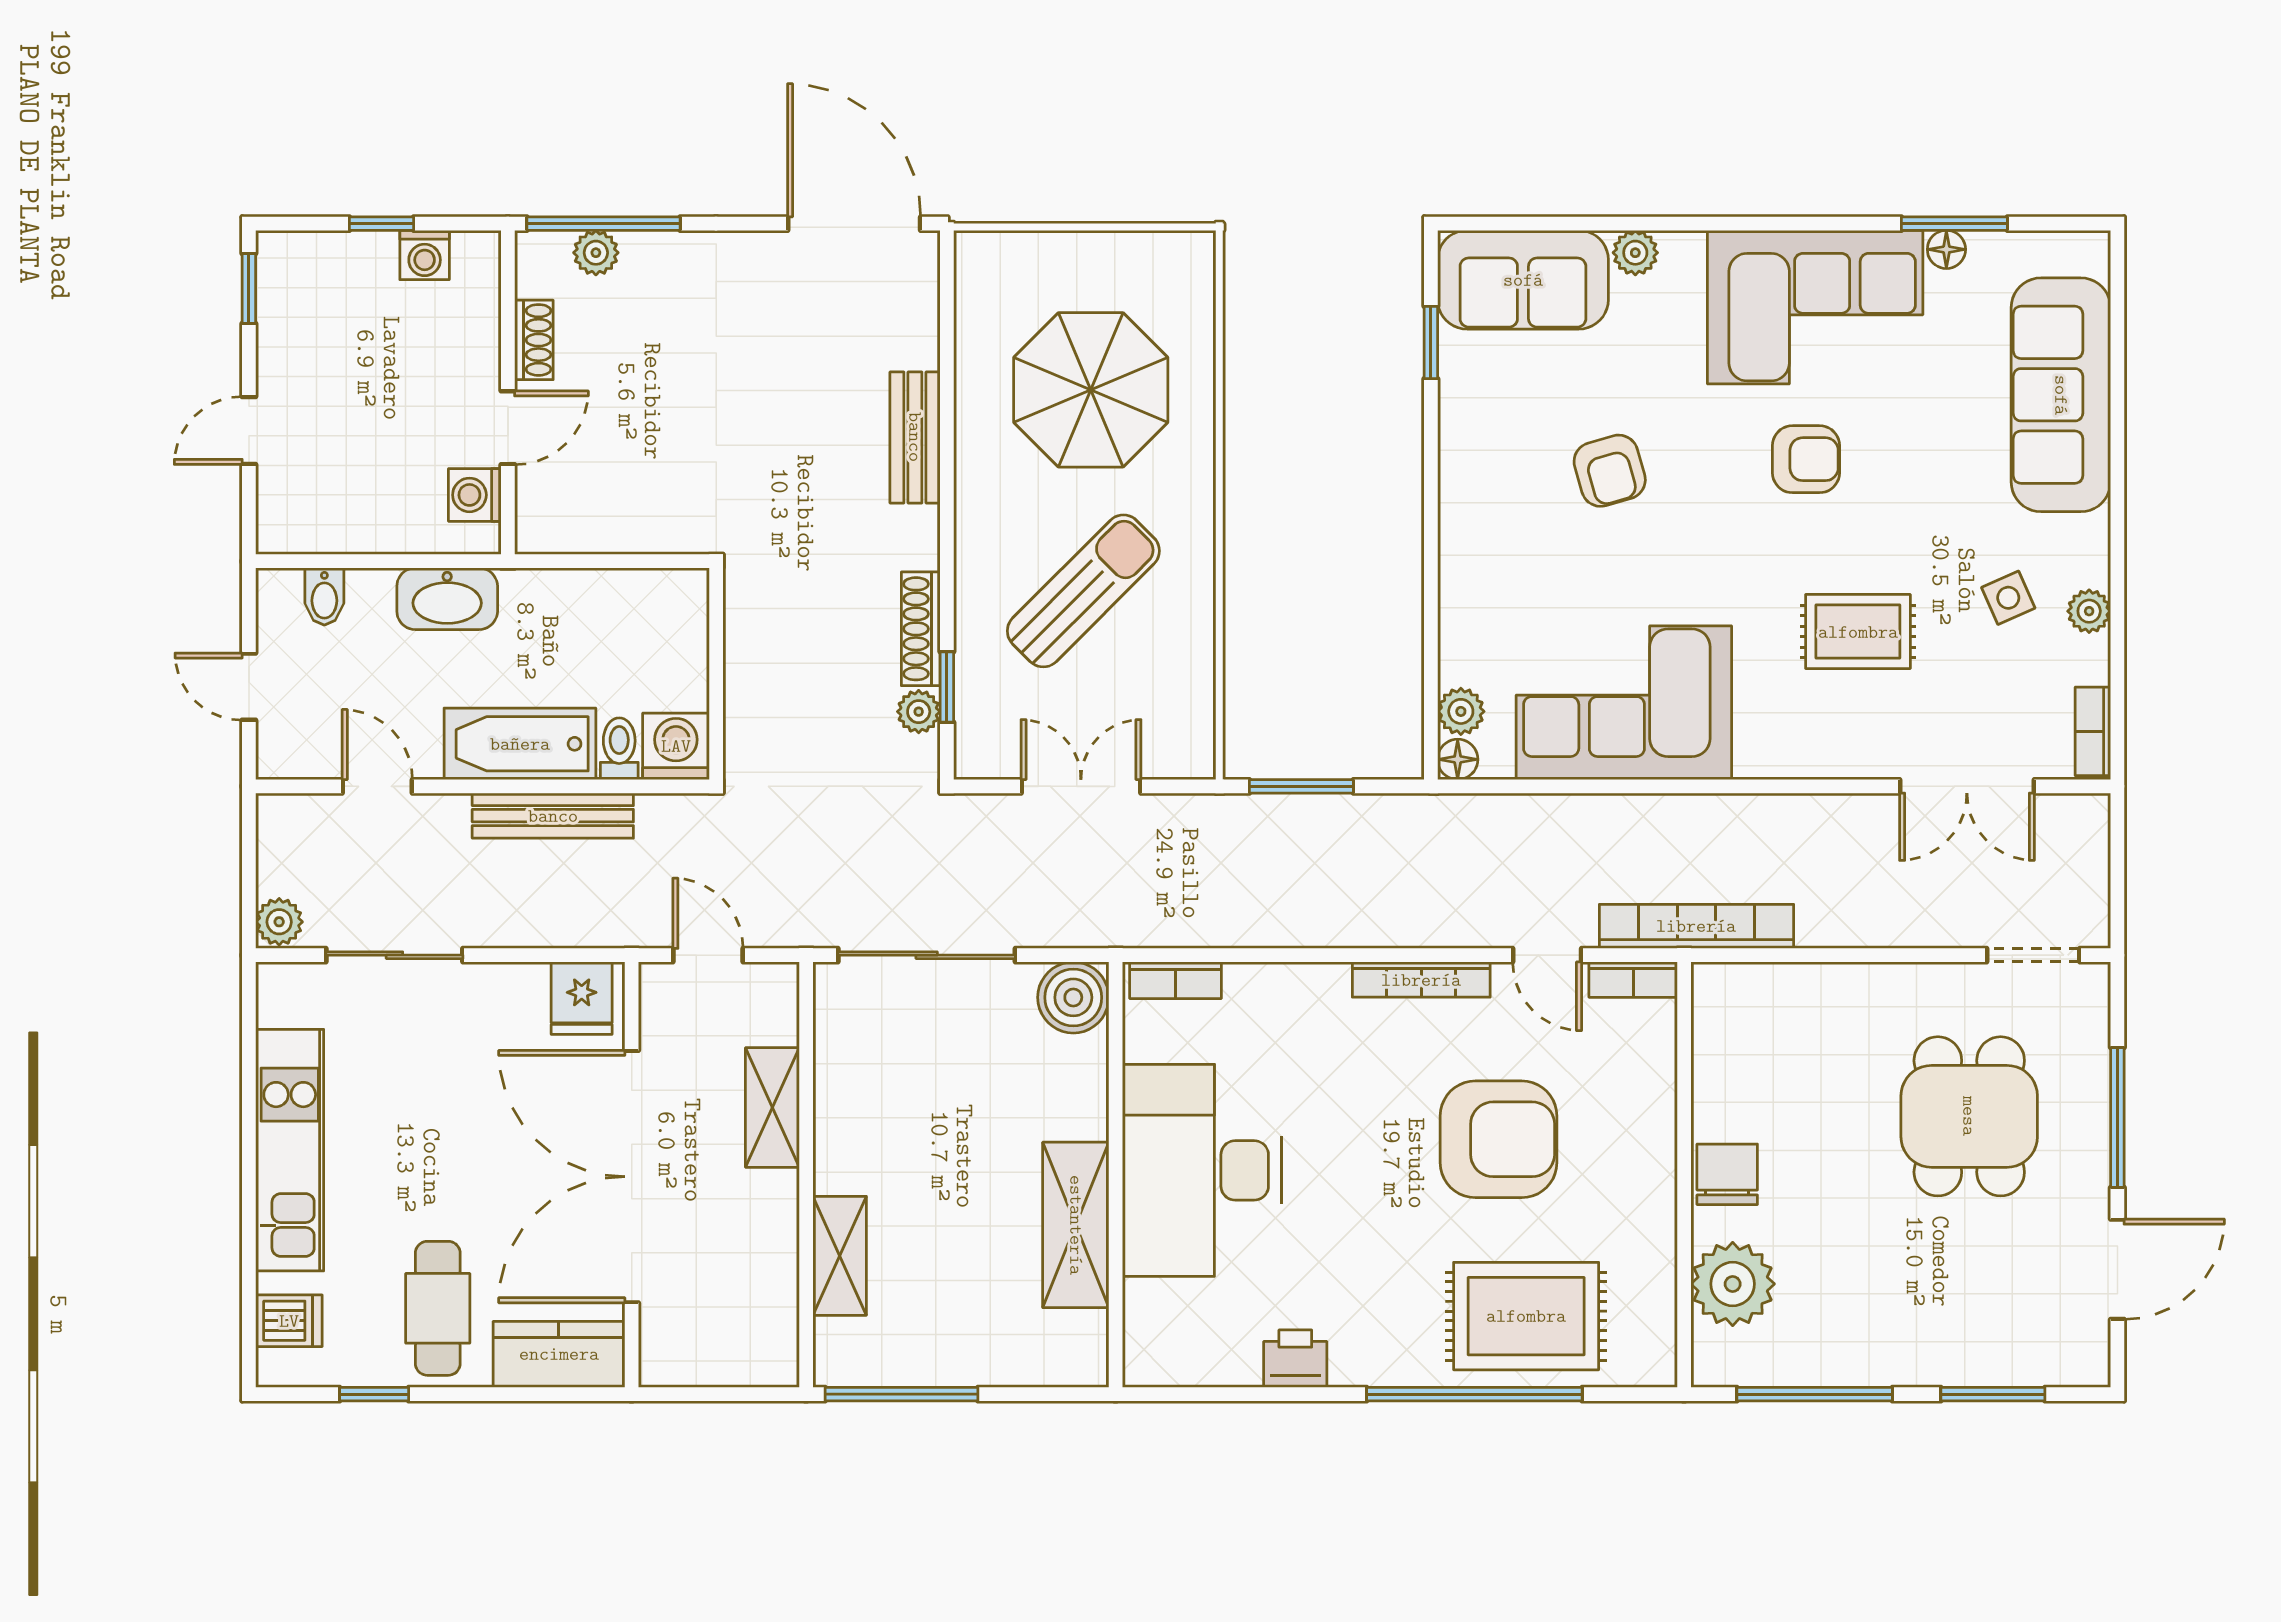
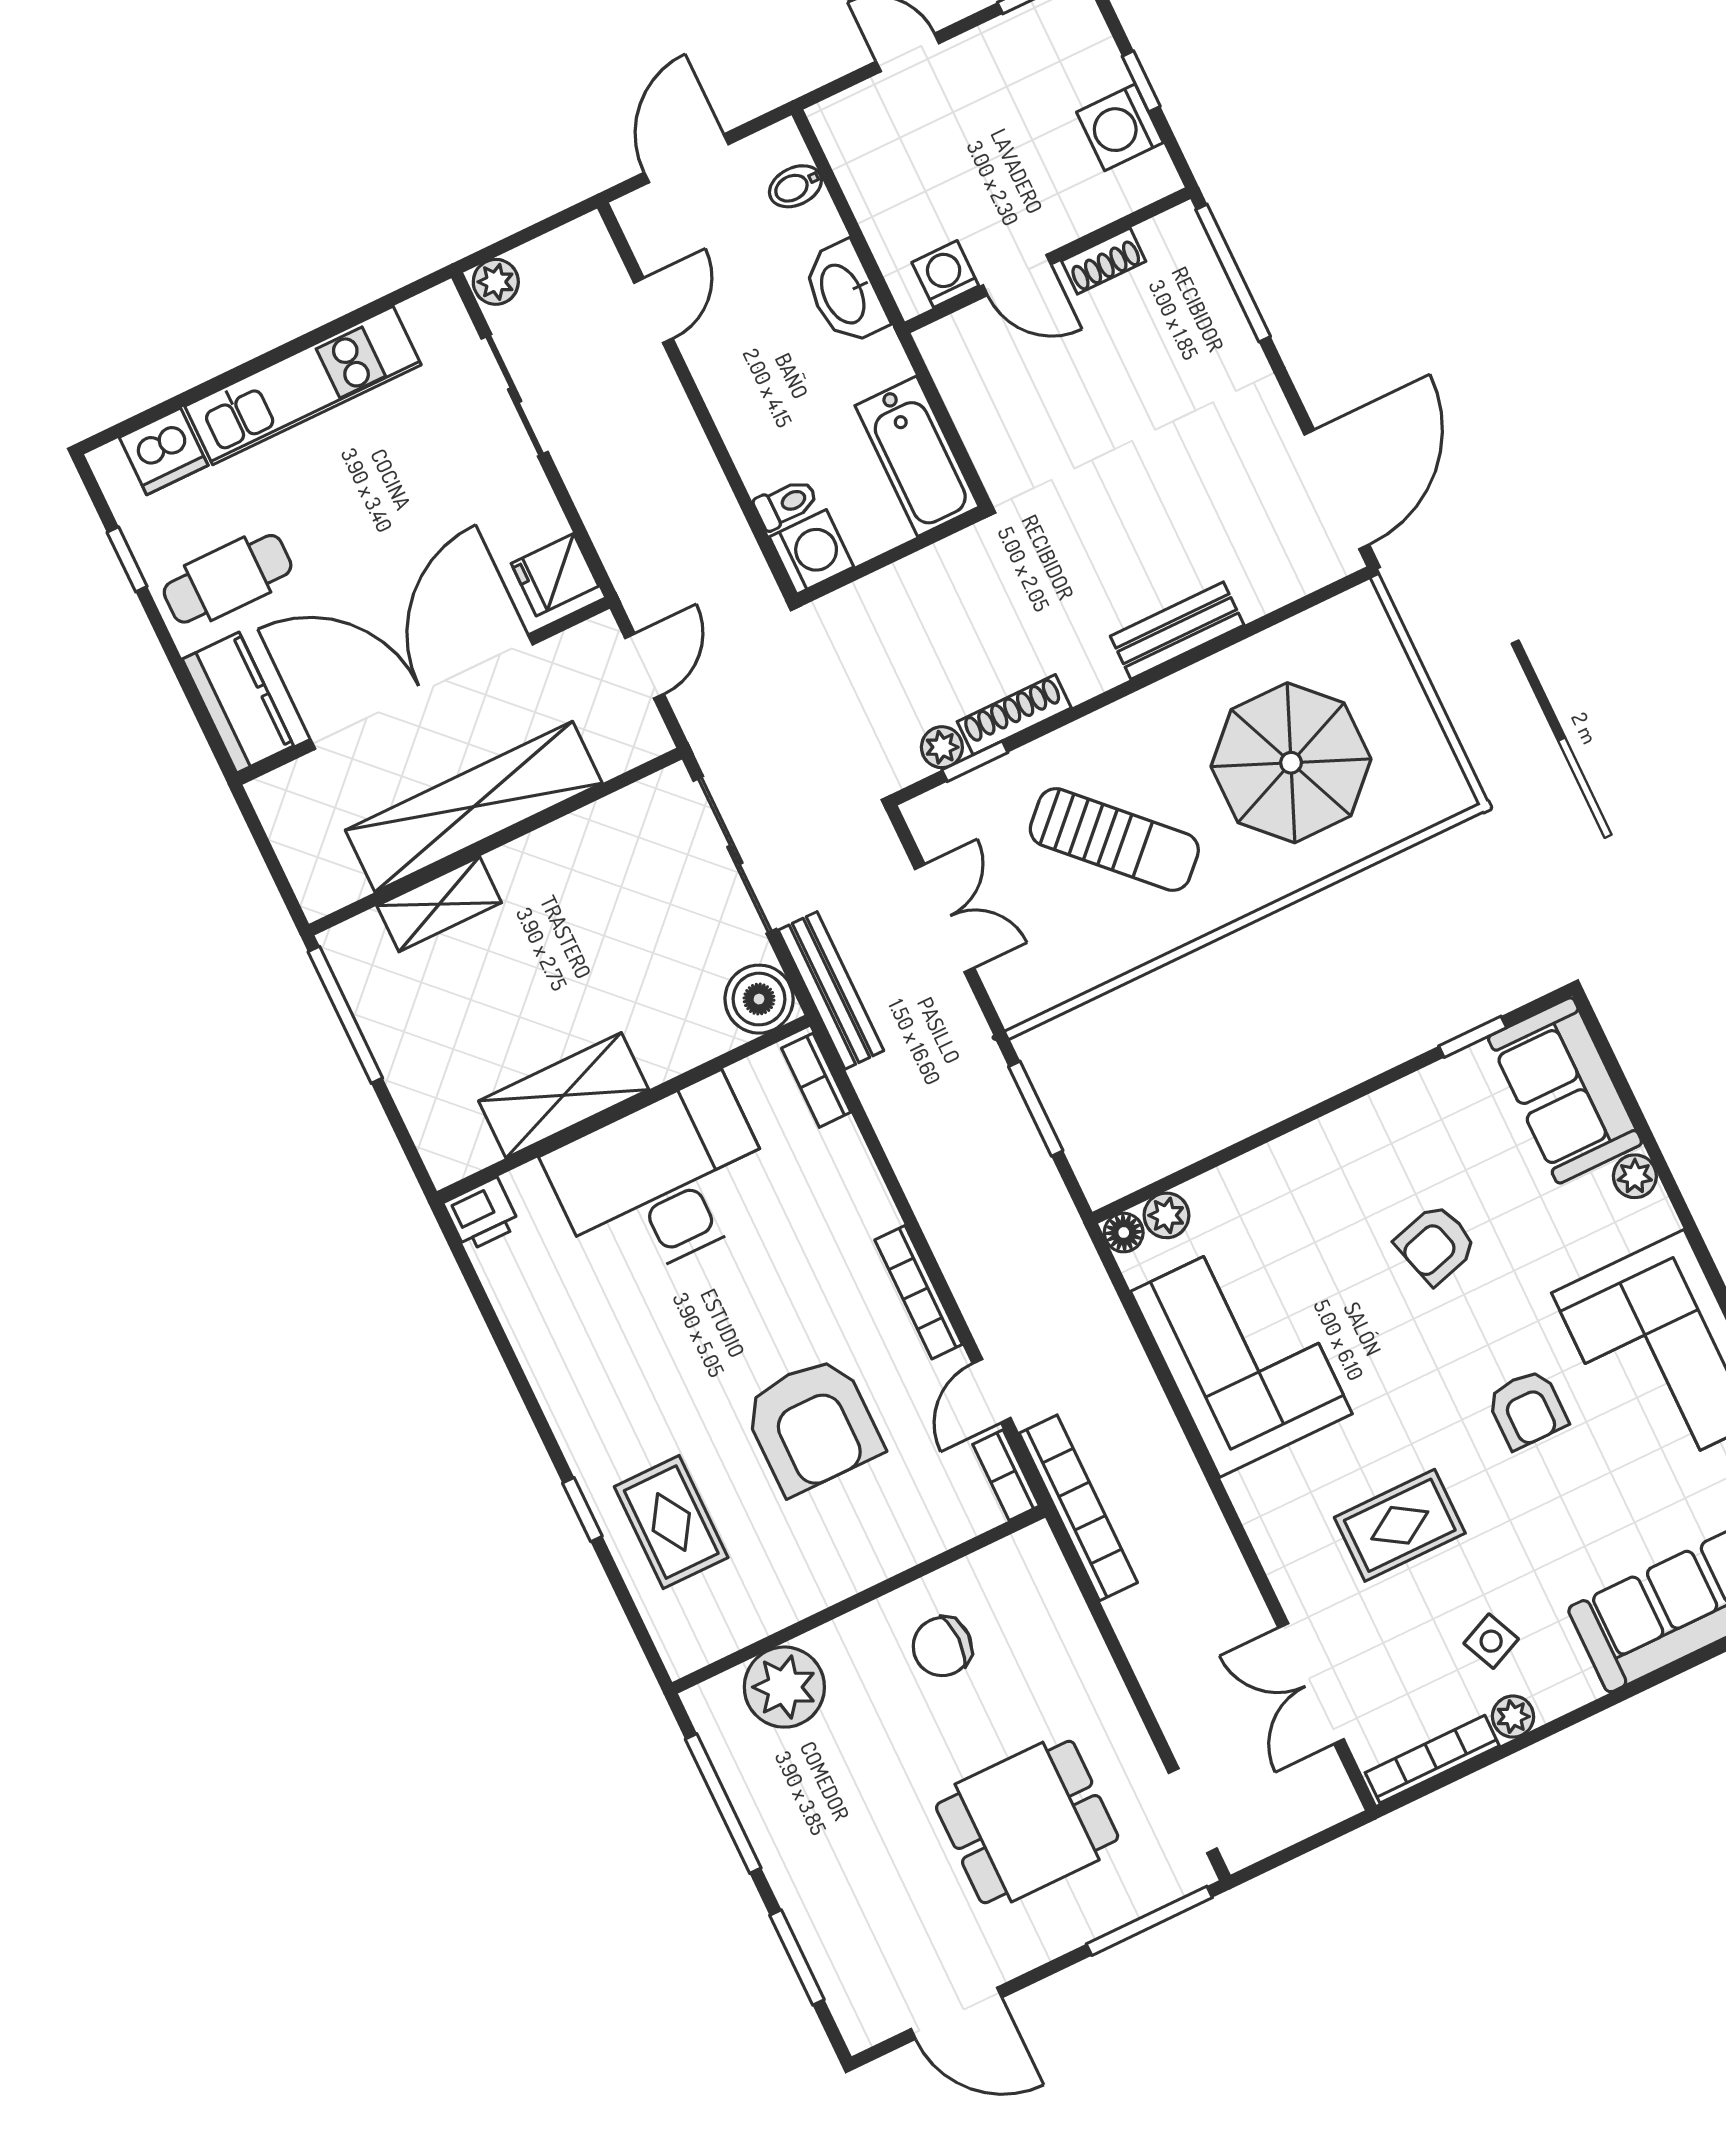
plant: (596, 253) -> (1205, 279), removed
washing machine: (425, 255) -> (1120, 127), width x1.38, depth x1.38
rug: (1858, 632) -> (1400, 1525), turned 90
door: (249, 687) -> (686, 158), width x1.38
bookcase: (2093, 731) -> (1432, 1759), width x1.56
bathtub: (520, 744) -> (917, 456), moved, turned 180
bench: (553, 816) -> (831, 990), moved
shelving: (772, 1107) -> (474, 807), width x2.20, depth x1.33
window: (2117, 1117) -> (1149, 1921), moved
chair: (1727, 1174) -> (942, 1647), moved, turned 180
rug: (1526, 1316) -> (671, 1522), width x0.73, depth x0.70
dishwasher: (289, 1321) -> (164, 451), width x1.38
printer: (1295, 1359) -> (482, 1214), moved, turned 90
window: (1474, 1394) -> (582, 1510), width x0.32

